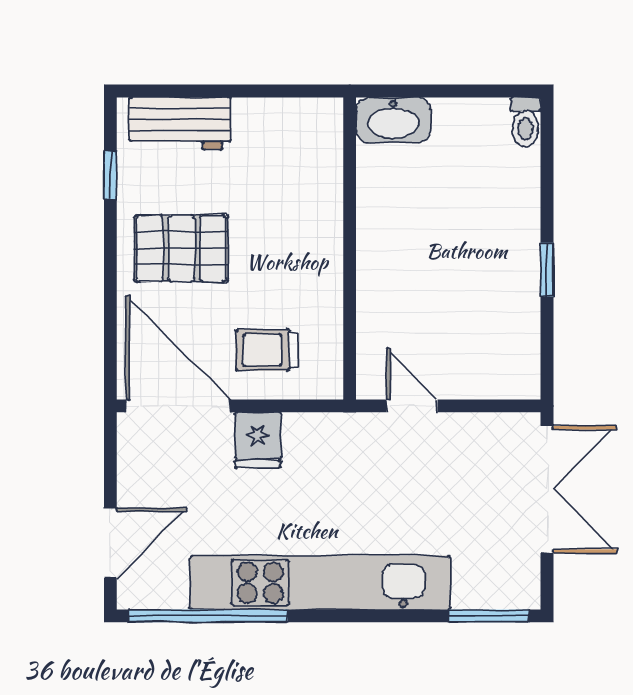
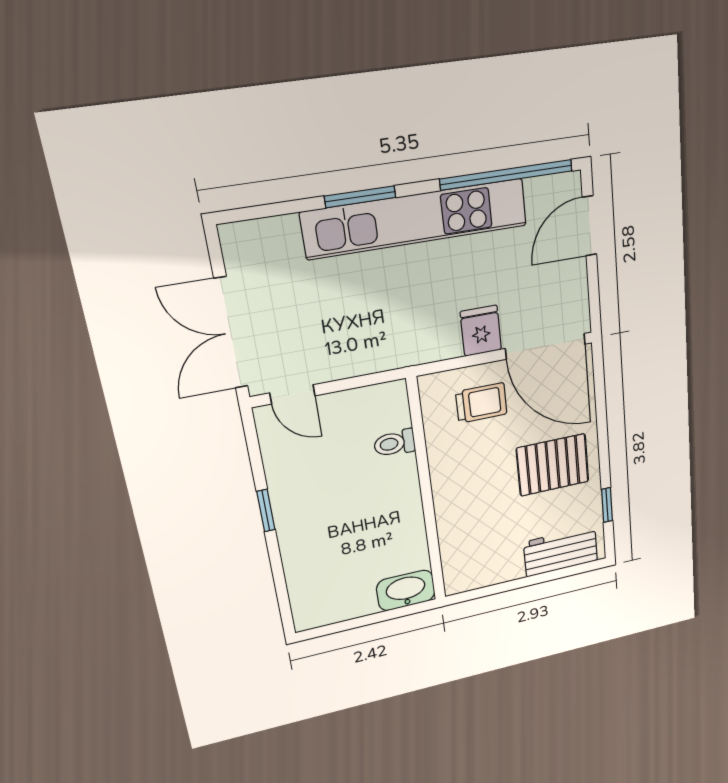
toilet: (525, 122) -> (395, 443), moved, turned -90
door: (412, 406) -> (292, 394), moved
window: (489, 616) -> (360, 197), moved

